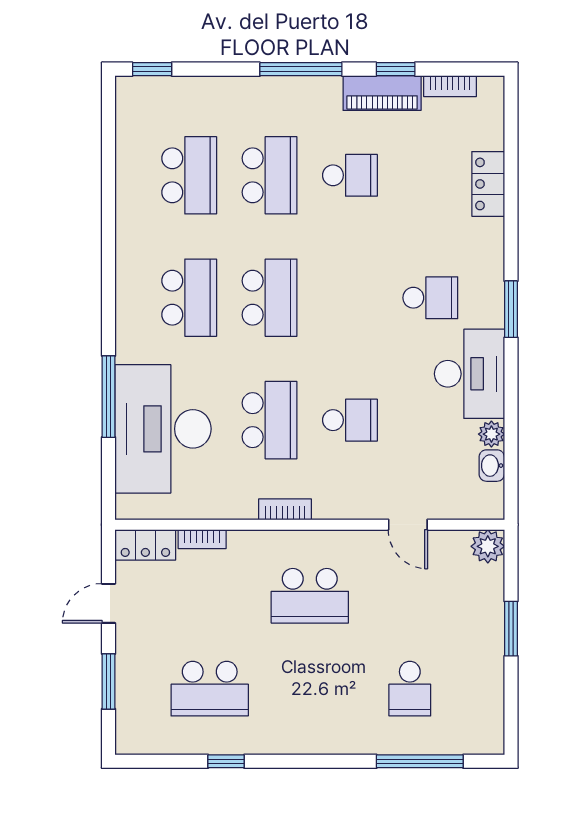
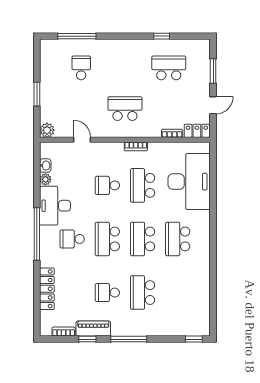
school desk: (189, 175) -> (107, 239), moved
locker: (488, 184) -> (47, 289), width x1.53
window: (511, 309) -> (37, 234), width x2.11
window: (109, 397) -> (213, 196), removed

